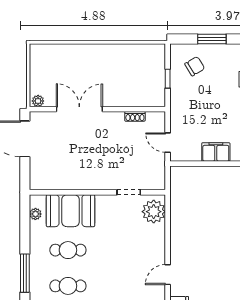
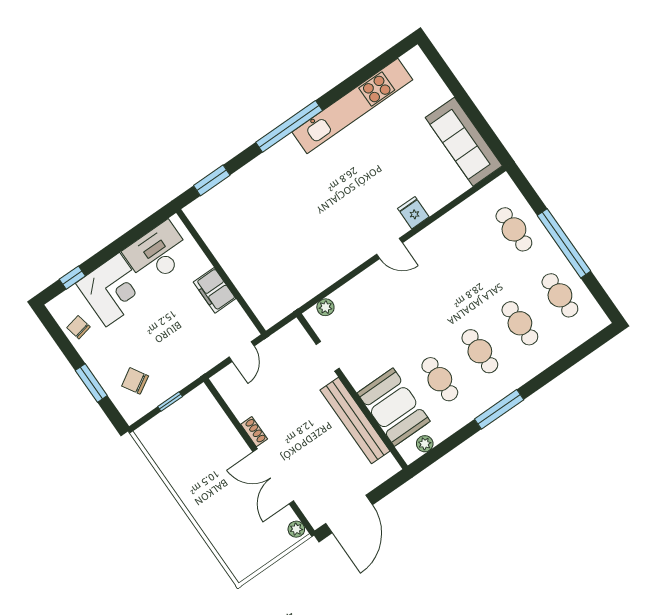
shoe rack: (135, 116) -> (254, 432), moved
bench: (79, 182) -> (355, 421), added
plant: (154, 212) -> (325, 307), width x0.53, depth x0.53

